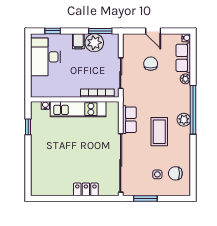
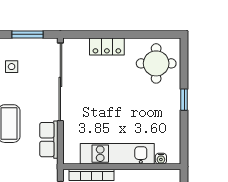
window: (28, 127) -> (184, 100), moved
round table: (49, 177) -> (156, 63), added

